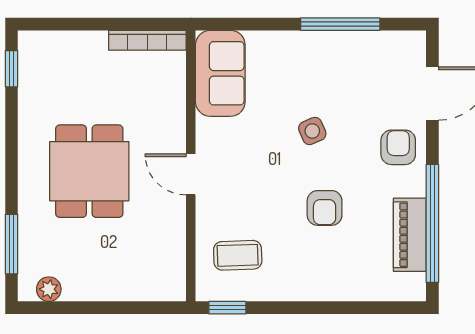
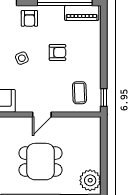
armchair: (398, 147) -> (29, 18), turned -90
piano: (410, 235) -> (82, 13), moved
plant: (49, 289) -> (90, 180), width x1.88, depth x1.88

